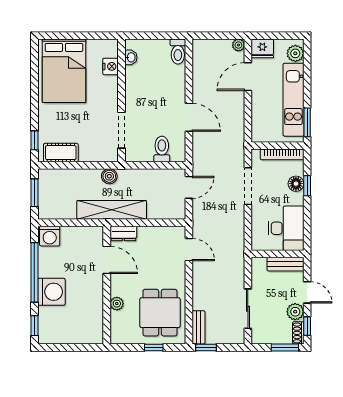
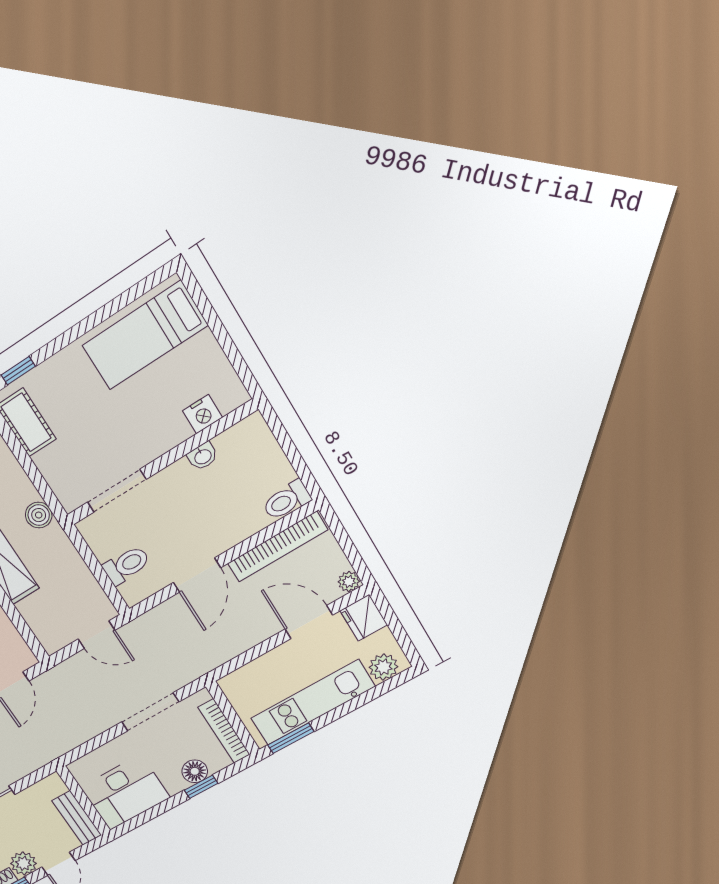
washbasin: (131, 57) -> (203, 456), moved
bookcase: (199, 69) -> (277, 547), added
bed: (64, 71) -> (145, 335), width x0.67

